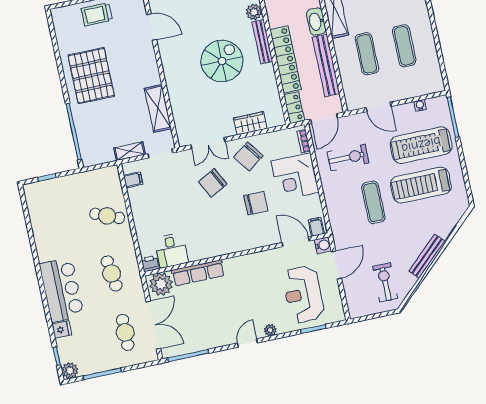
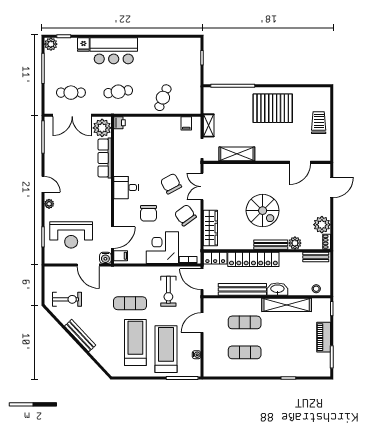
wardrobe: (250, 123) -> (210, 228), width x1.50
desk: (171, 250) -> (126, 188), moved
reception desk: (303, 294) -> (71, 235), turned 180

